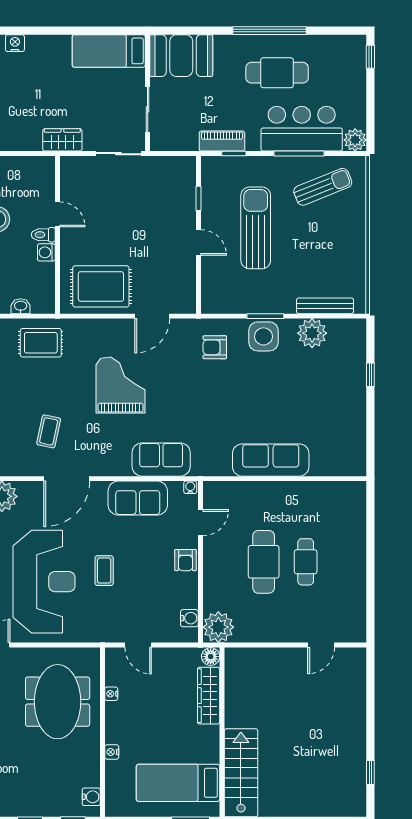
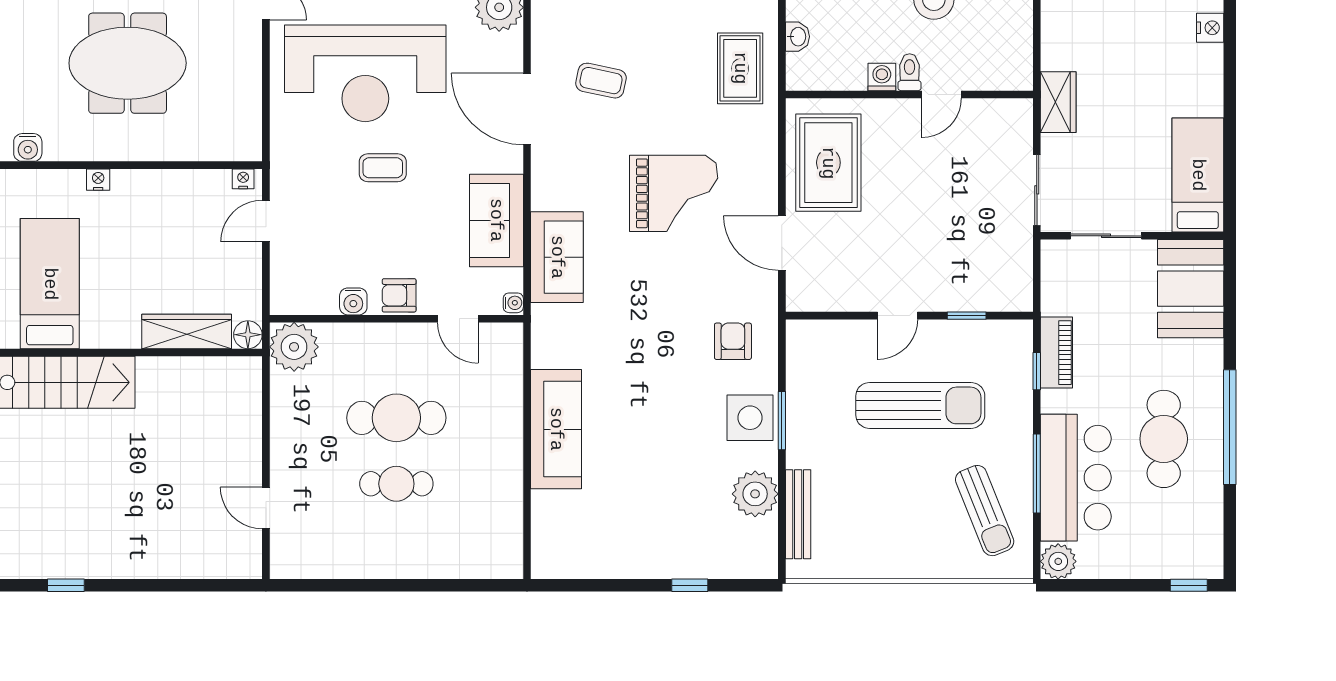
water cooler: (189, 618) -> (353, 301), moved
nightstand: (111, 694) -> (243, 179), moved
meeting table: (58, 702) -> (128, 63), moved

